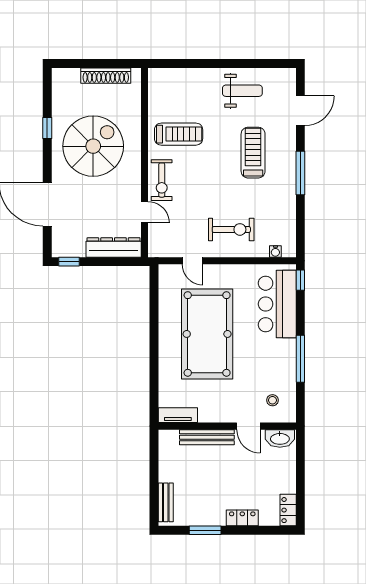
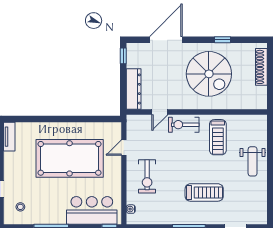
shoe rack: (106, 76) -> (261, 67), moved
weight bench: (242, 91) -> (253, 161), moved

